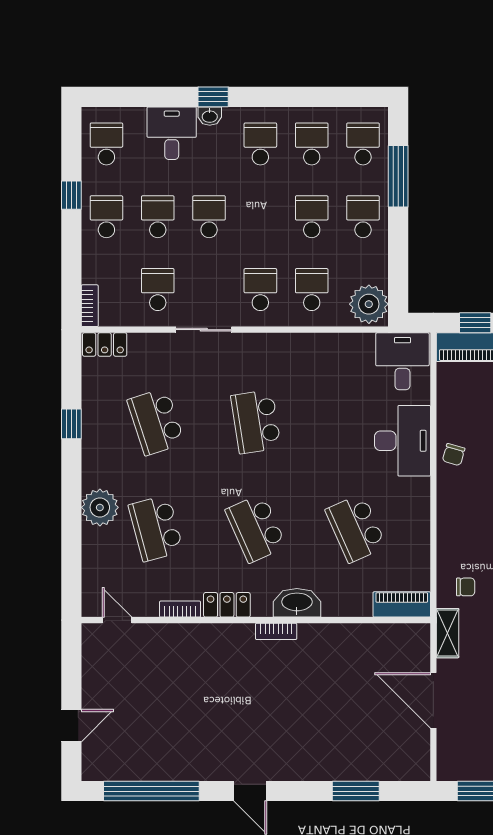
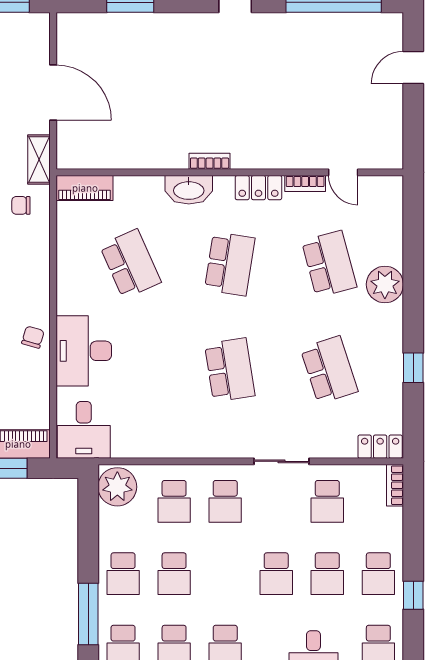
school desk: (256, 528) -> (230, 264), turned 33
door: (117, 620) -> (343, 172), moved

